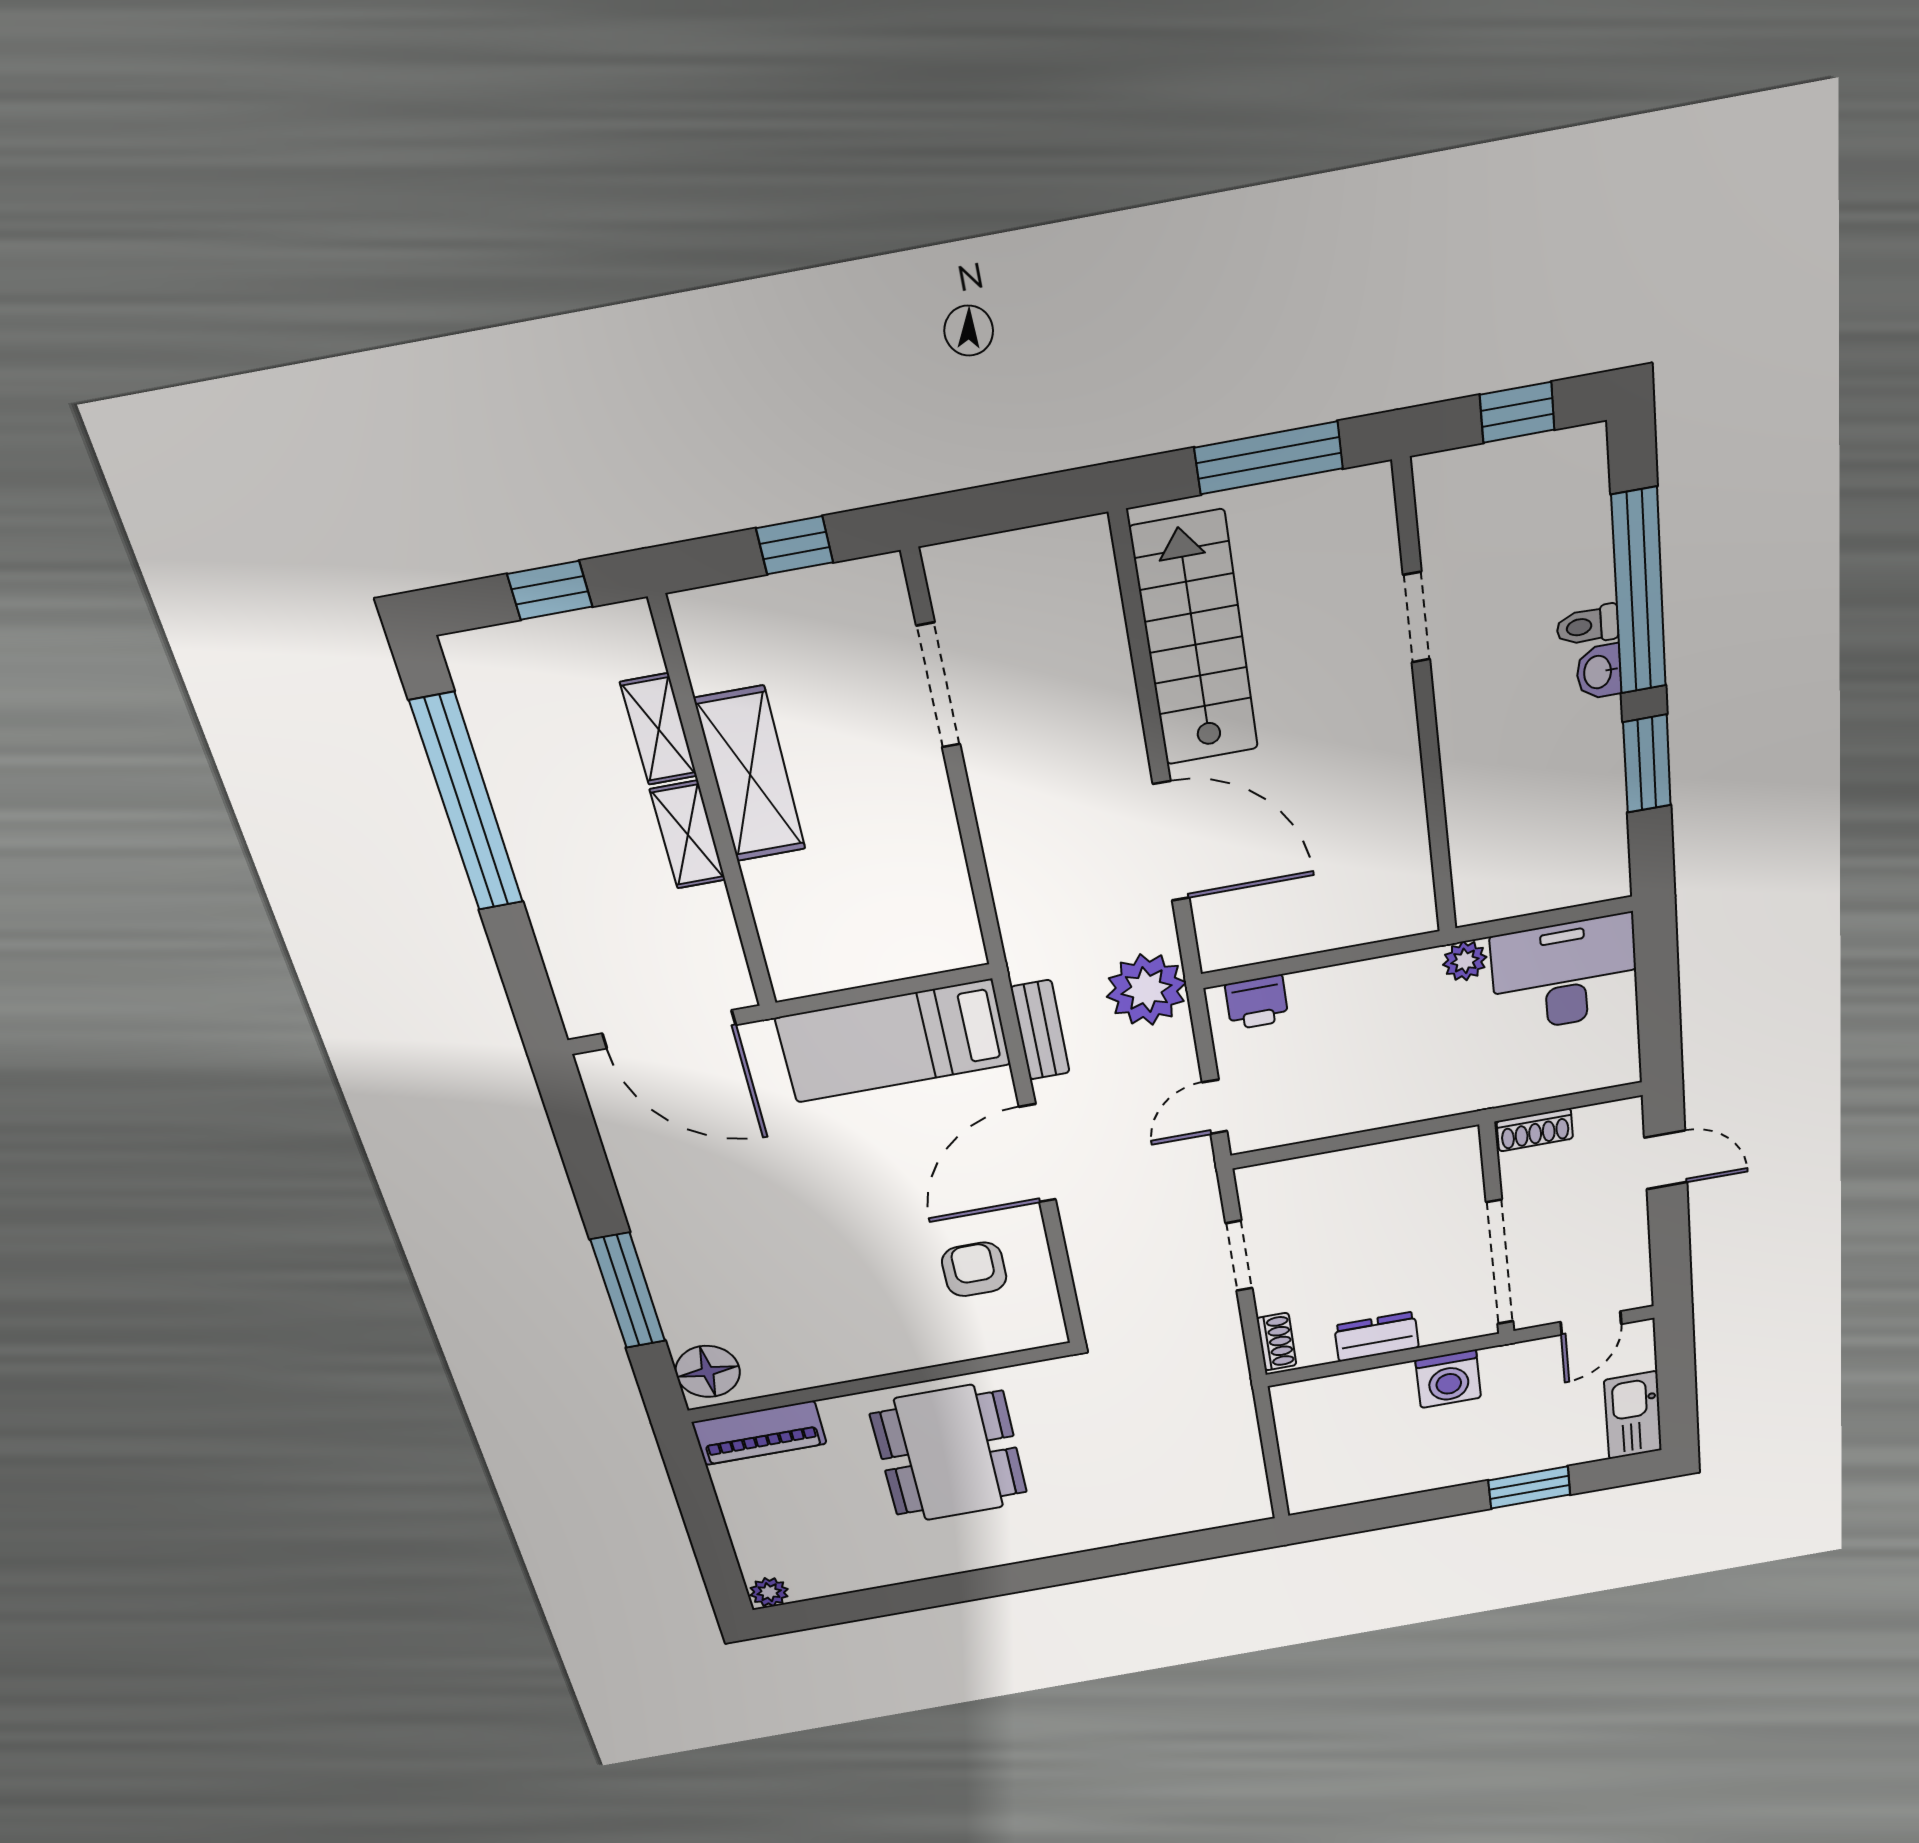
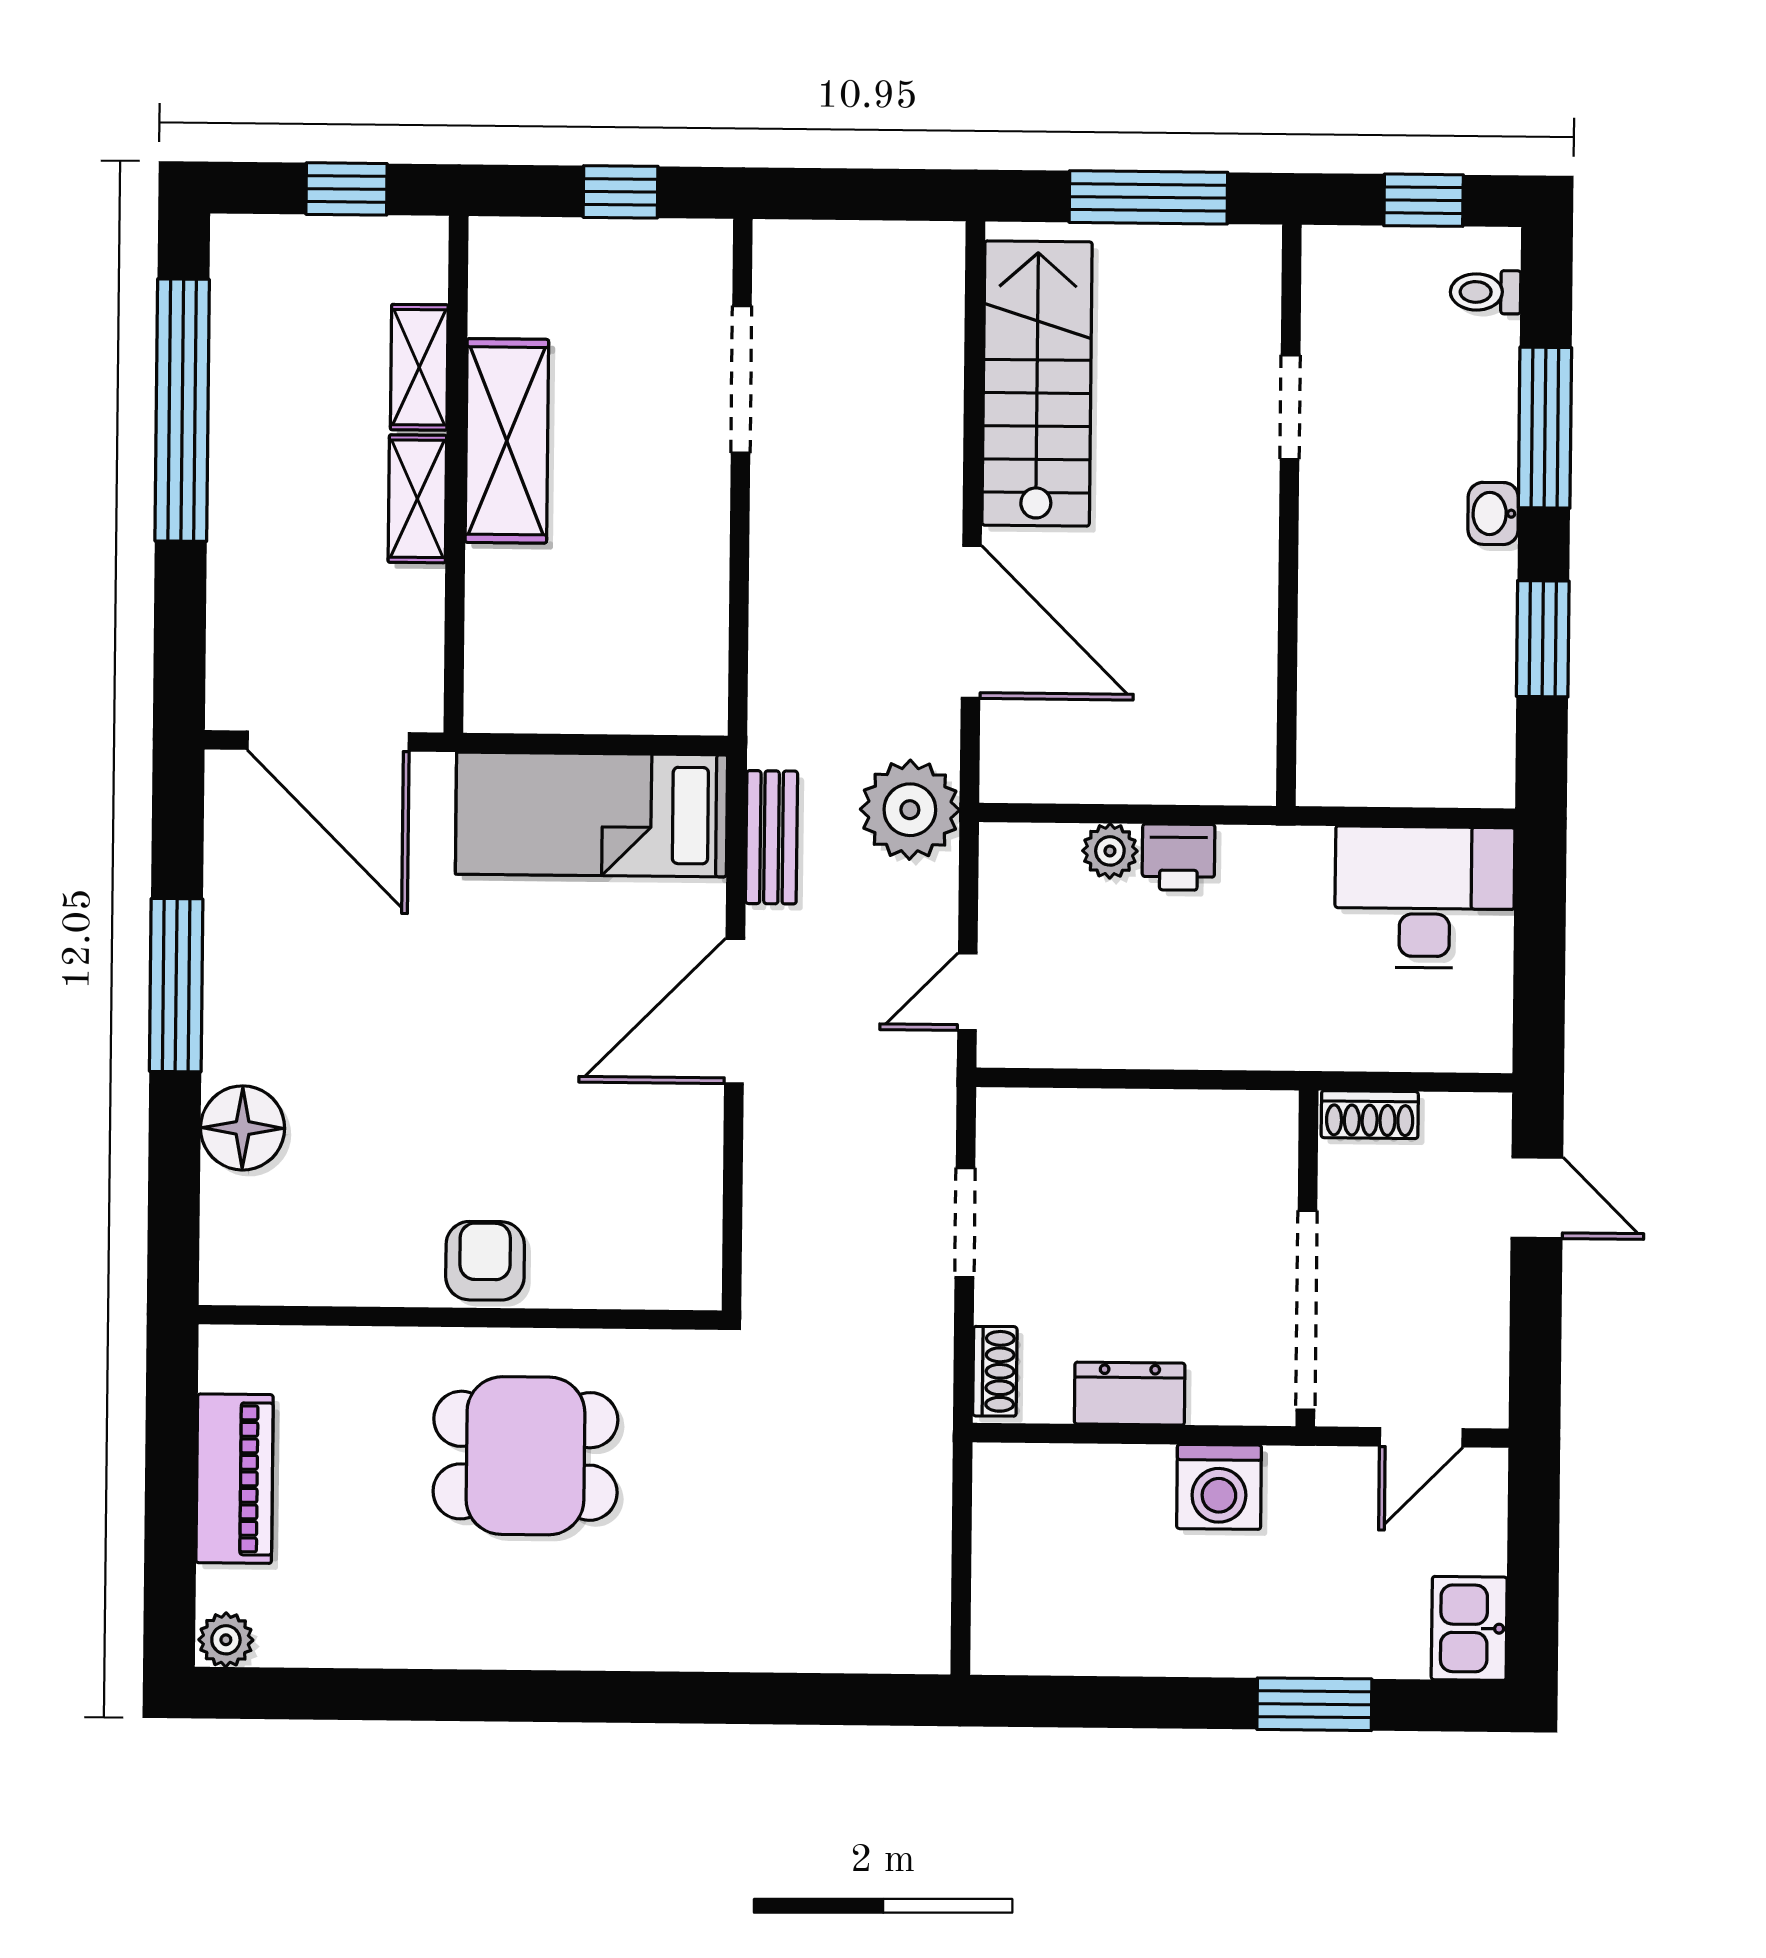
window: (1639, 592) -> (1545, 428), width x0.68
toilet: (1587, 626) -> (1485, 292), moved
plant: (1465, 961) -> (1110, 851), moved
printer: (1257, 1002) -> (1179, 857), moved
armchair: (974, 1269) -> (485, 1261), moved
window: (628, 1291) -> (176, 985), moved
floor lamp: (708, 1371) -> (243, 1128), moved
kitchen sink: (1633, 1415) -> (1469, 1628), width x0.73
piano: (759, 1433) -> (235, 1479), moved, turned -90
dining table: (949, 1453) -> (525, 1456), width x0.73

